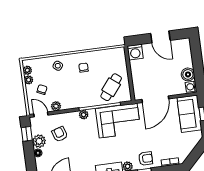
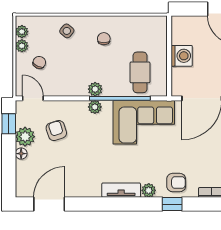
washing machine: (135, 52) -> (182, 56), moved, turned -90
cafe table: (111, 87) -> (140, 72), turned -38
plant: (56, 106) -> (95, 89), moved

